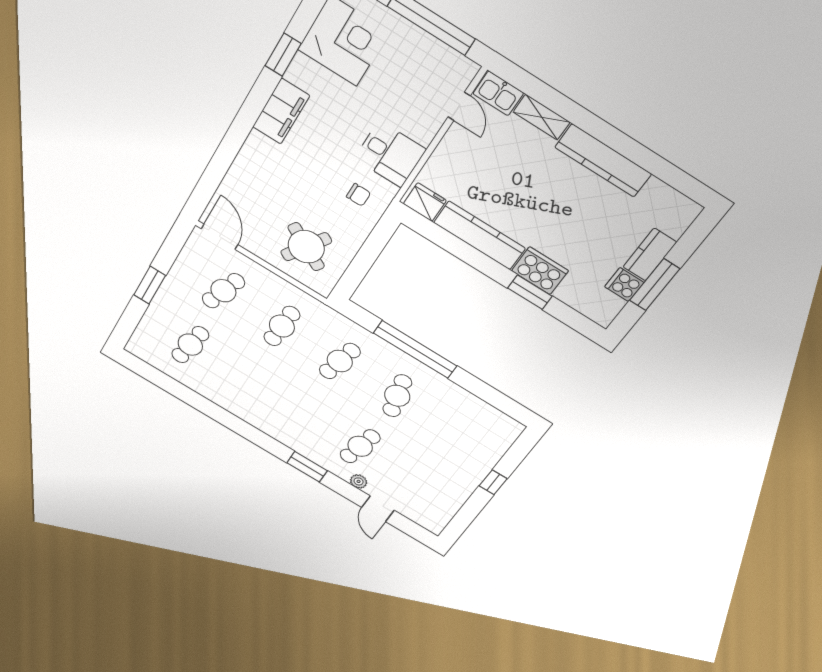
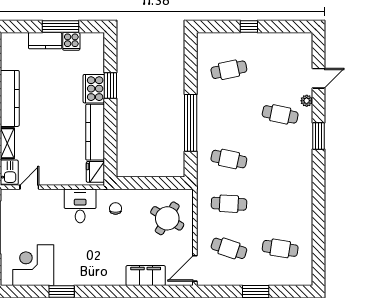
filing cabinet: (281, 111) -> (146, 276), moved
cafe table: (397, 396) -> (229, 70), moved

